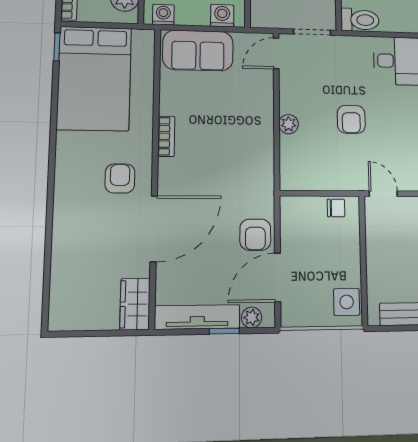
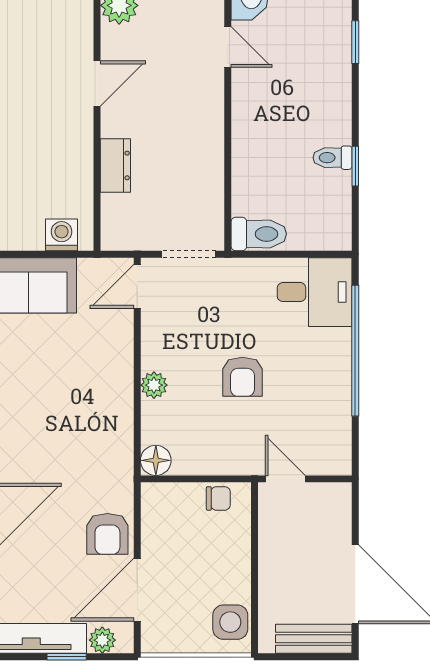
floor lamp: (290, 179) -> (156, 460), added

